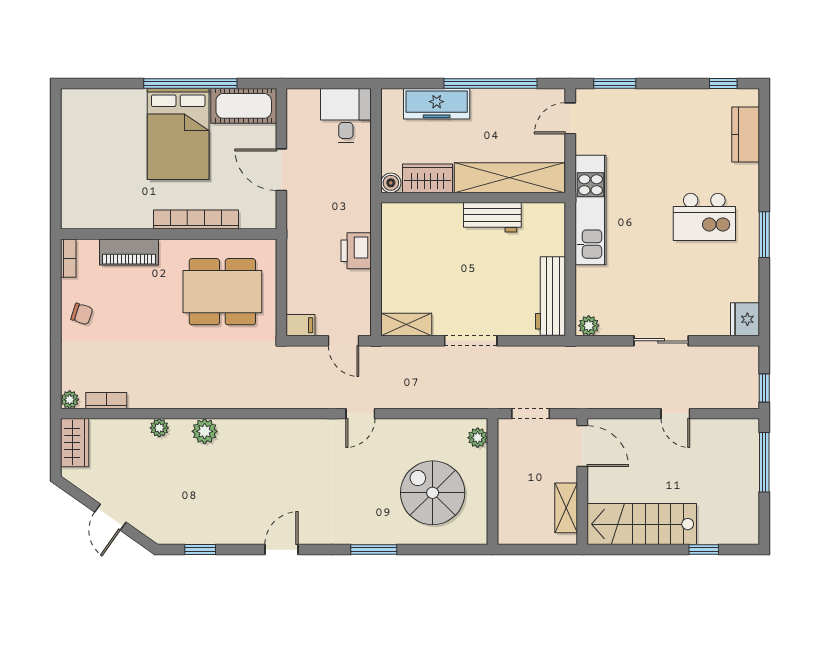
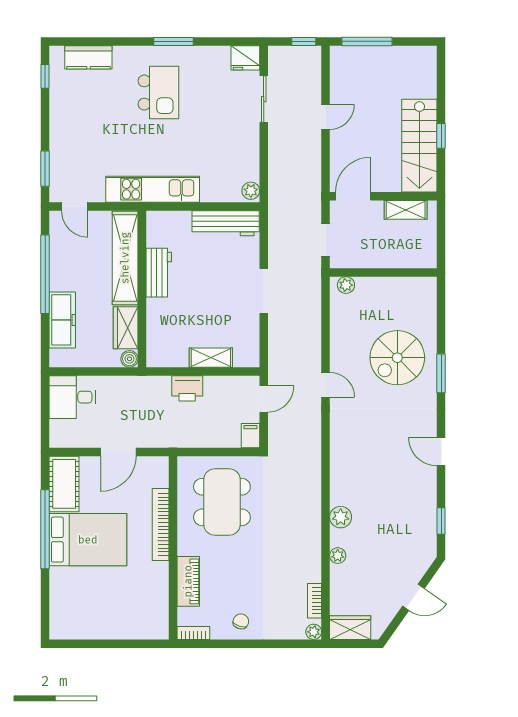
shelving: (406, 325) -> (211, 358), moved, turned 90
sliding door: (661, 341) -> (264, 99), moved
spiral stairs: (433, 493) -> (397, 358), moved
window: (704, 550) -> (441, 136), moved

